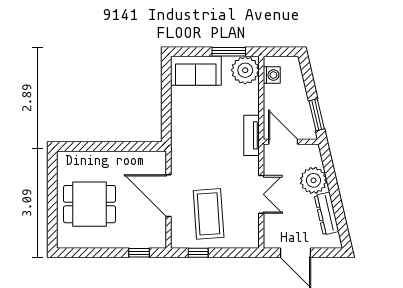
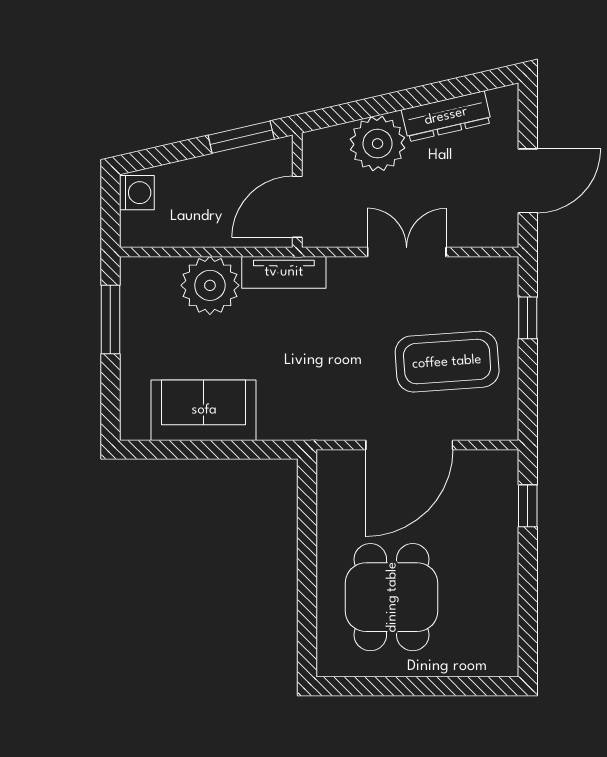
plant: (245, 70) -> (210, 285), moved
sofa: (196, 71) -> (204, 410), moved, turned -90
washing machine: (272, 75) -> (137, 193), moved, turned 90
dining table: (90, 204) -> (392, 597), moved
window: (198, 253) -> (528, 318), moved

